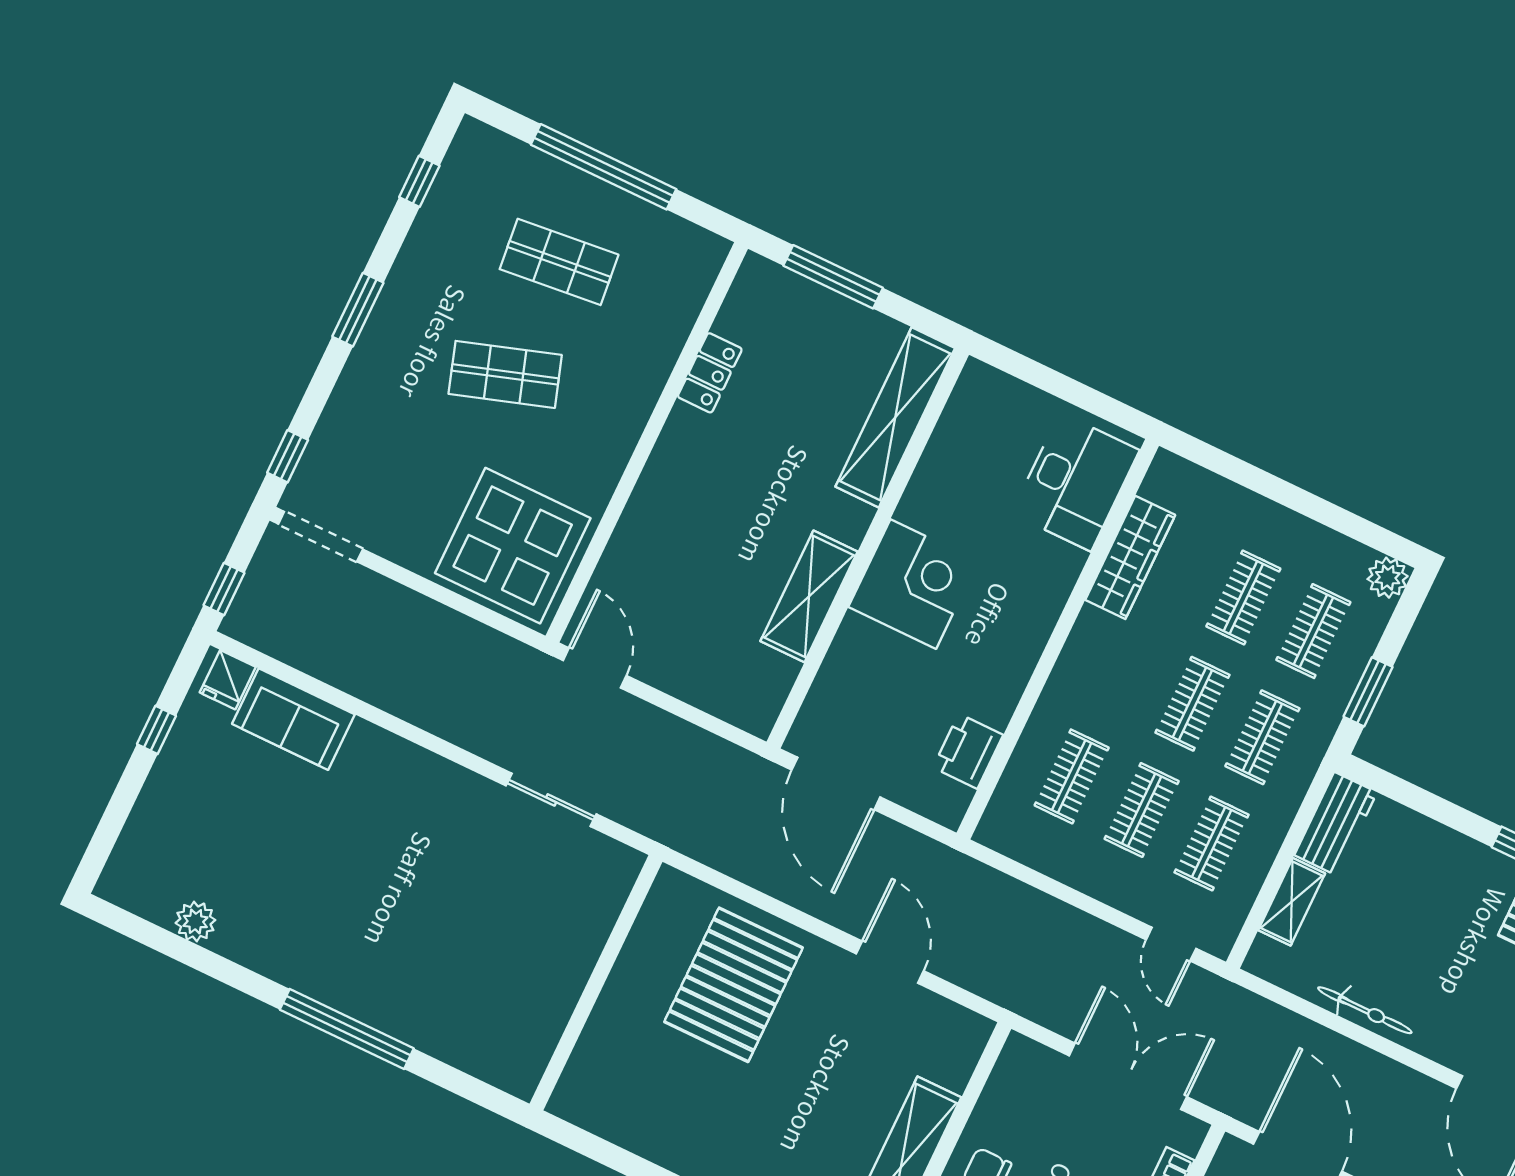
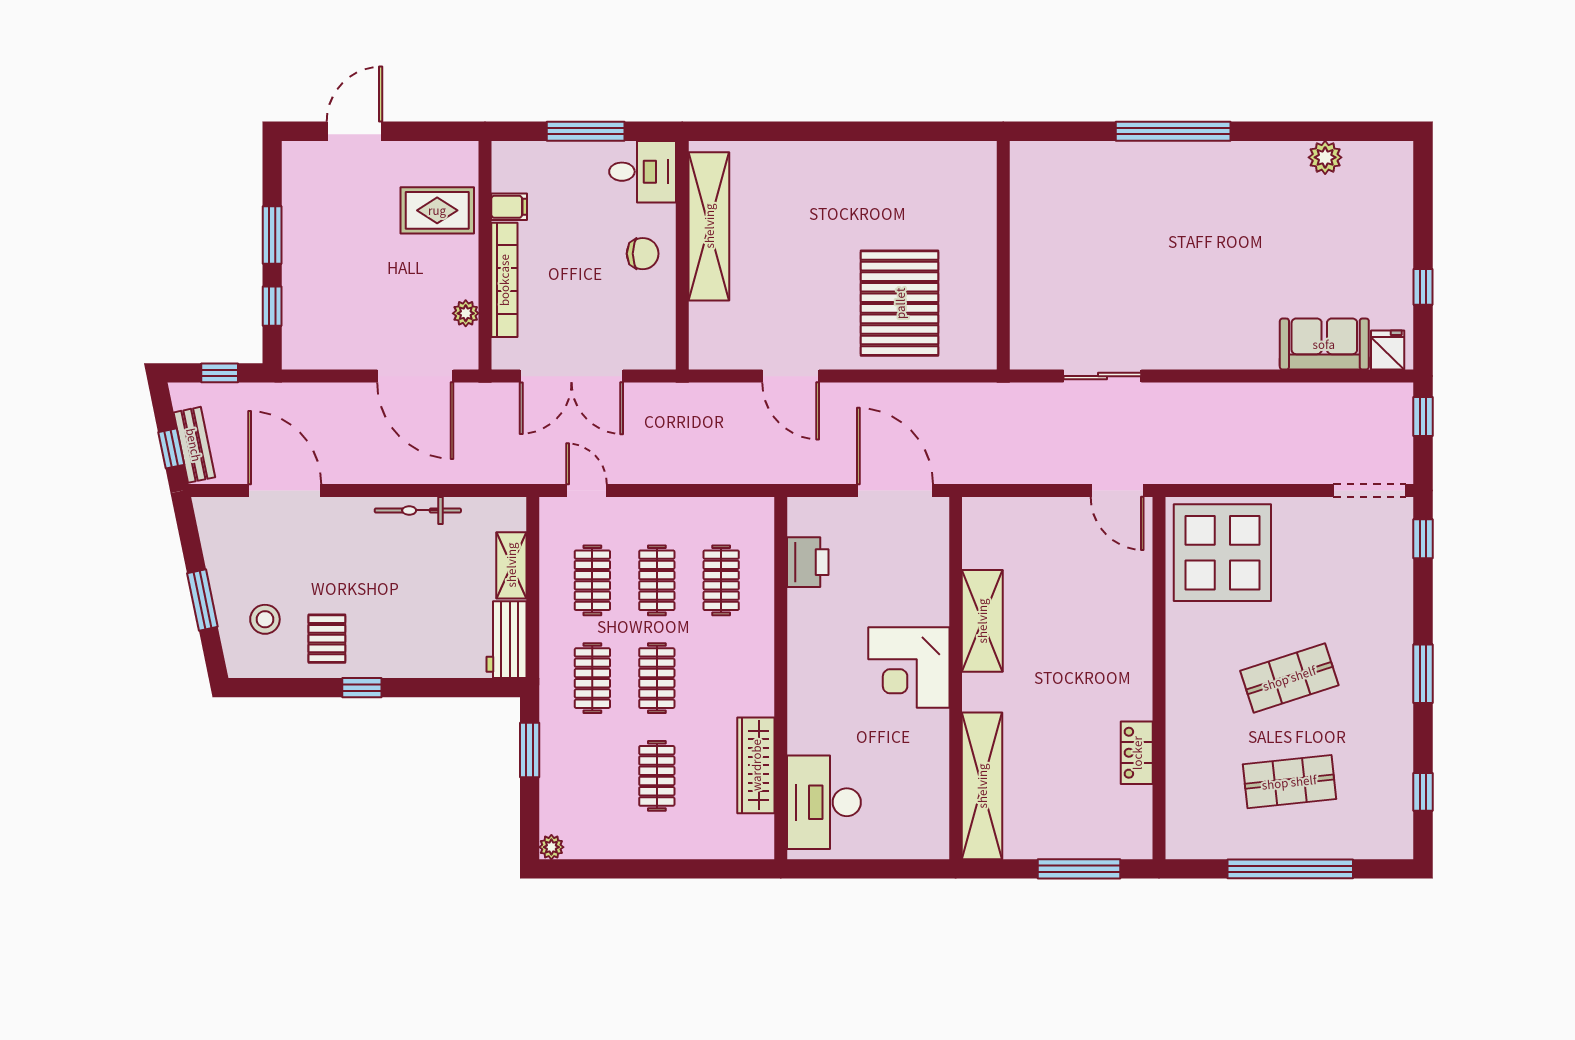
plant: (1388, 578) -> (551, 847), width x0.73, depth x0.73
clothes rail: (1313, 631) -> (592, 776), removed

